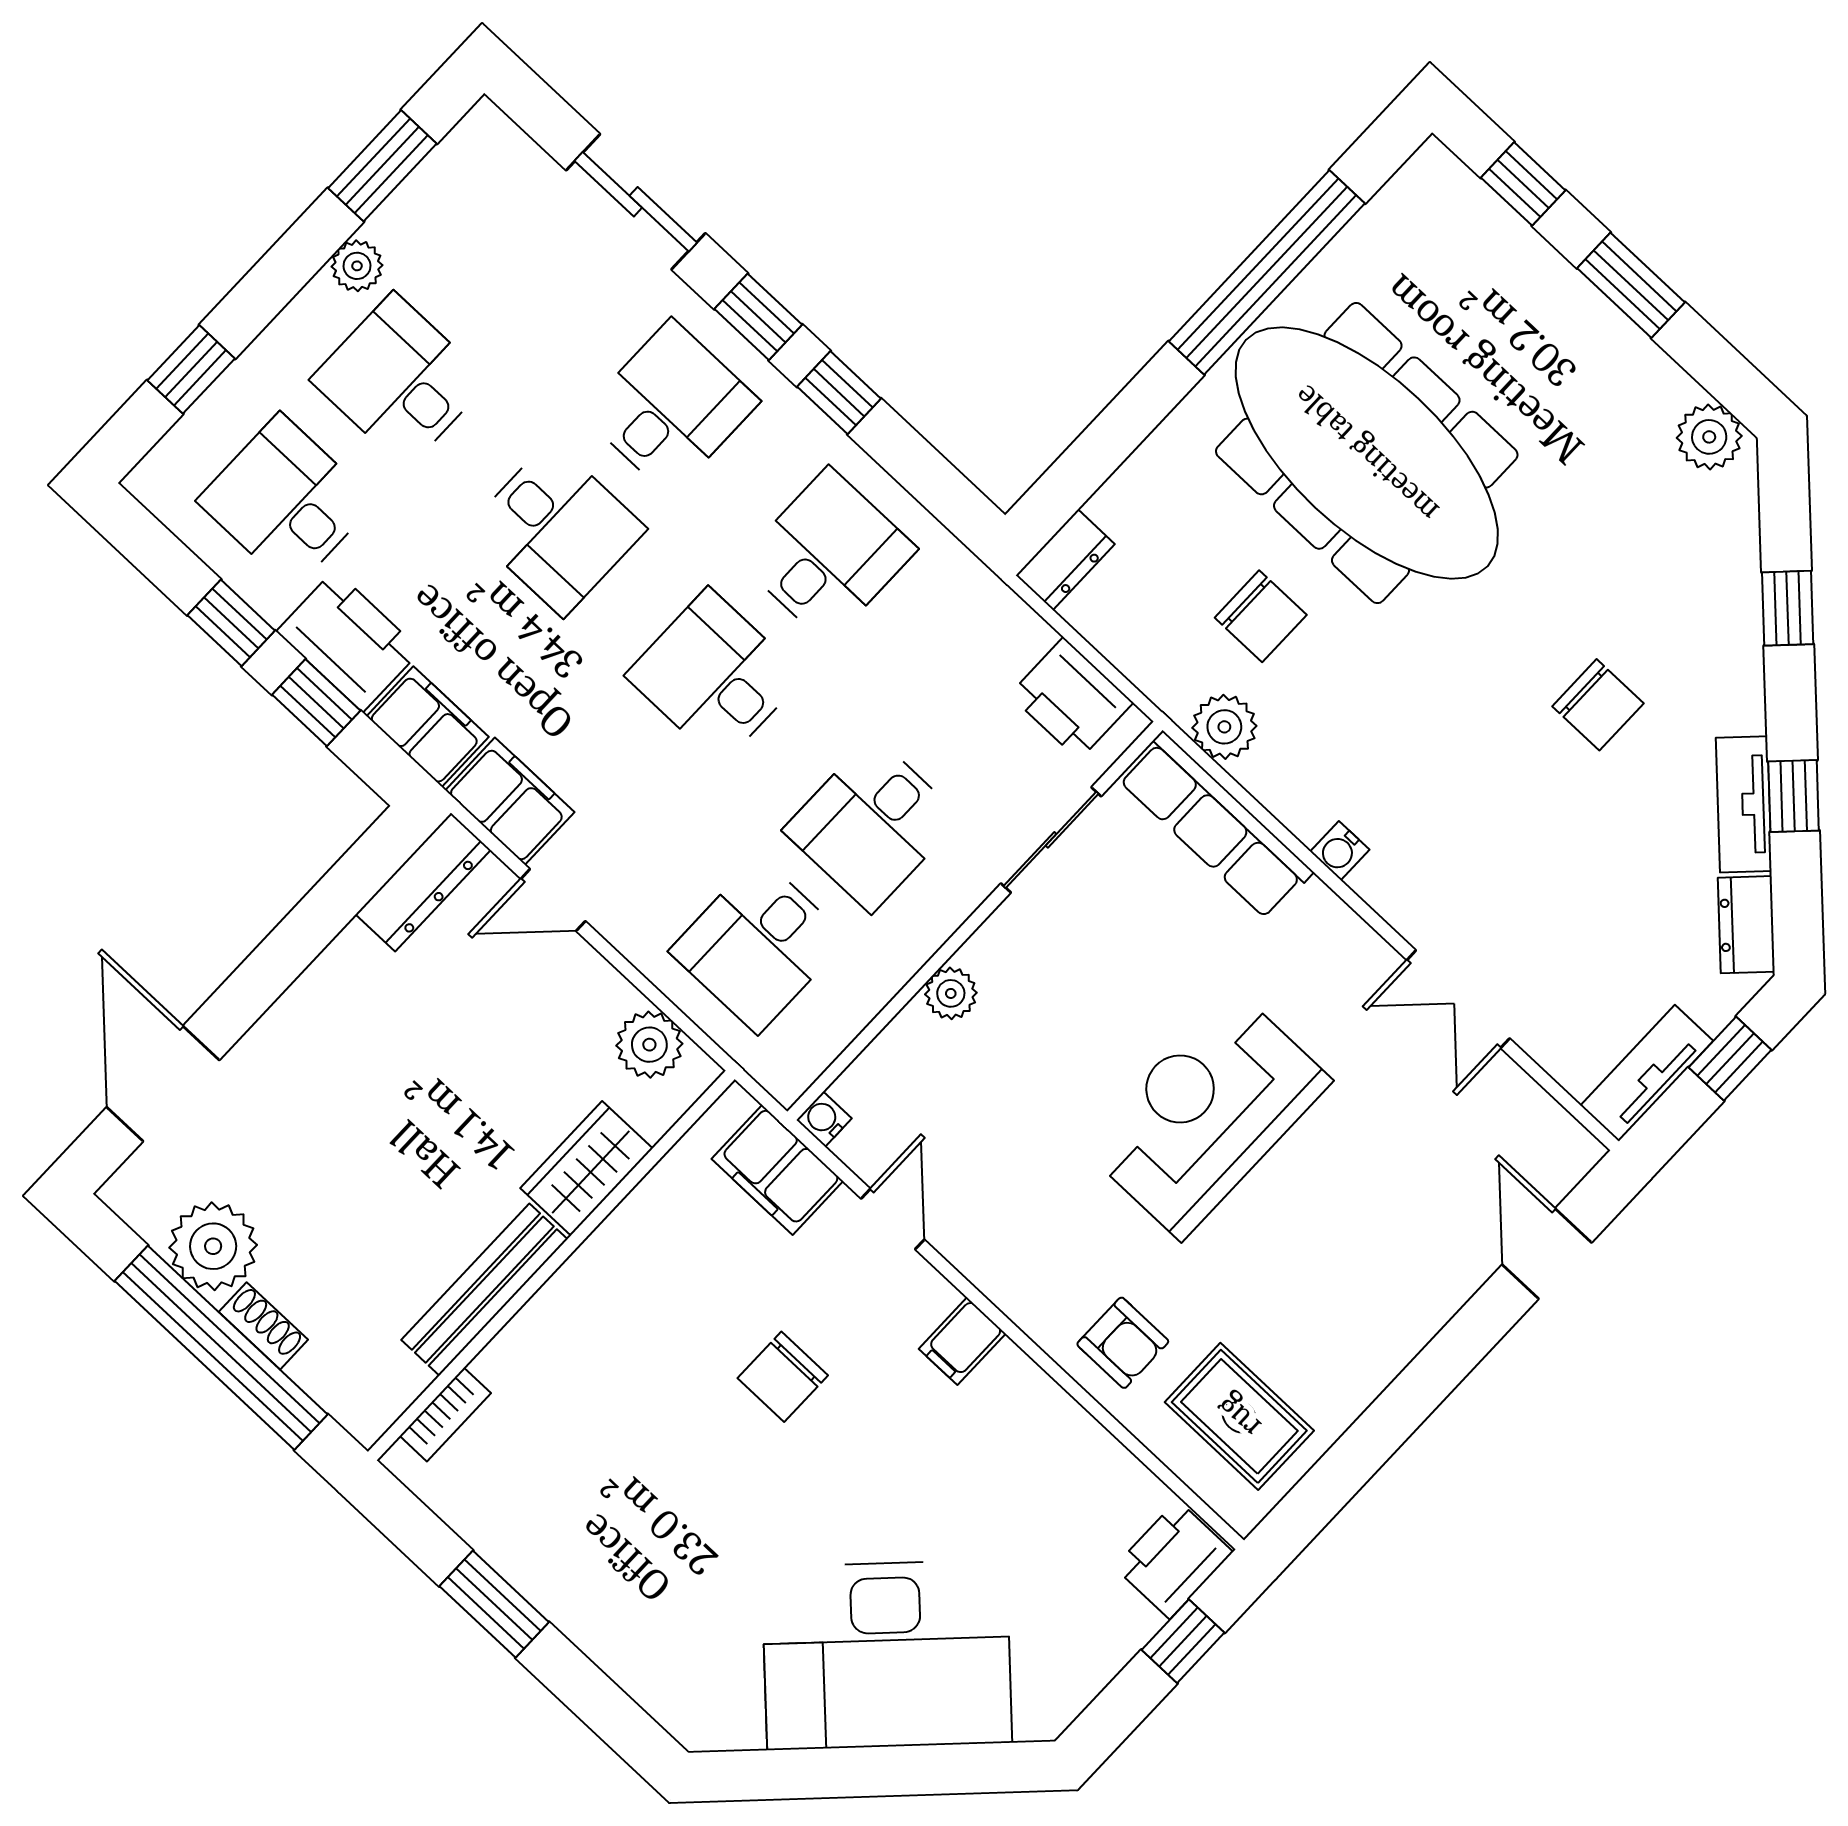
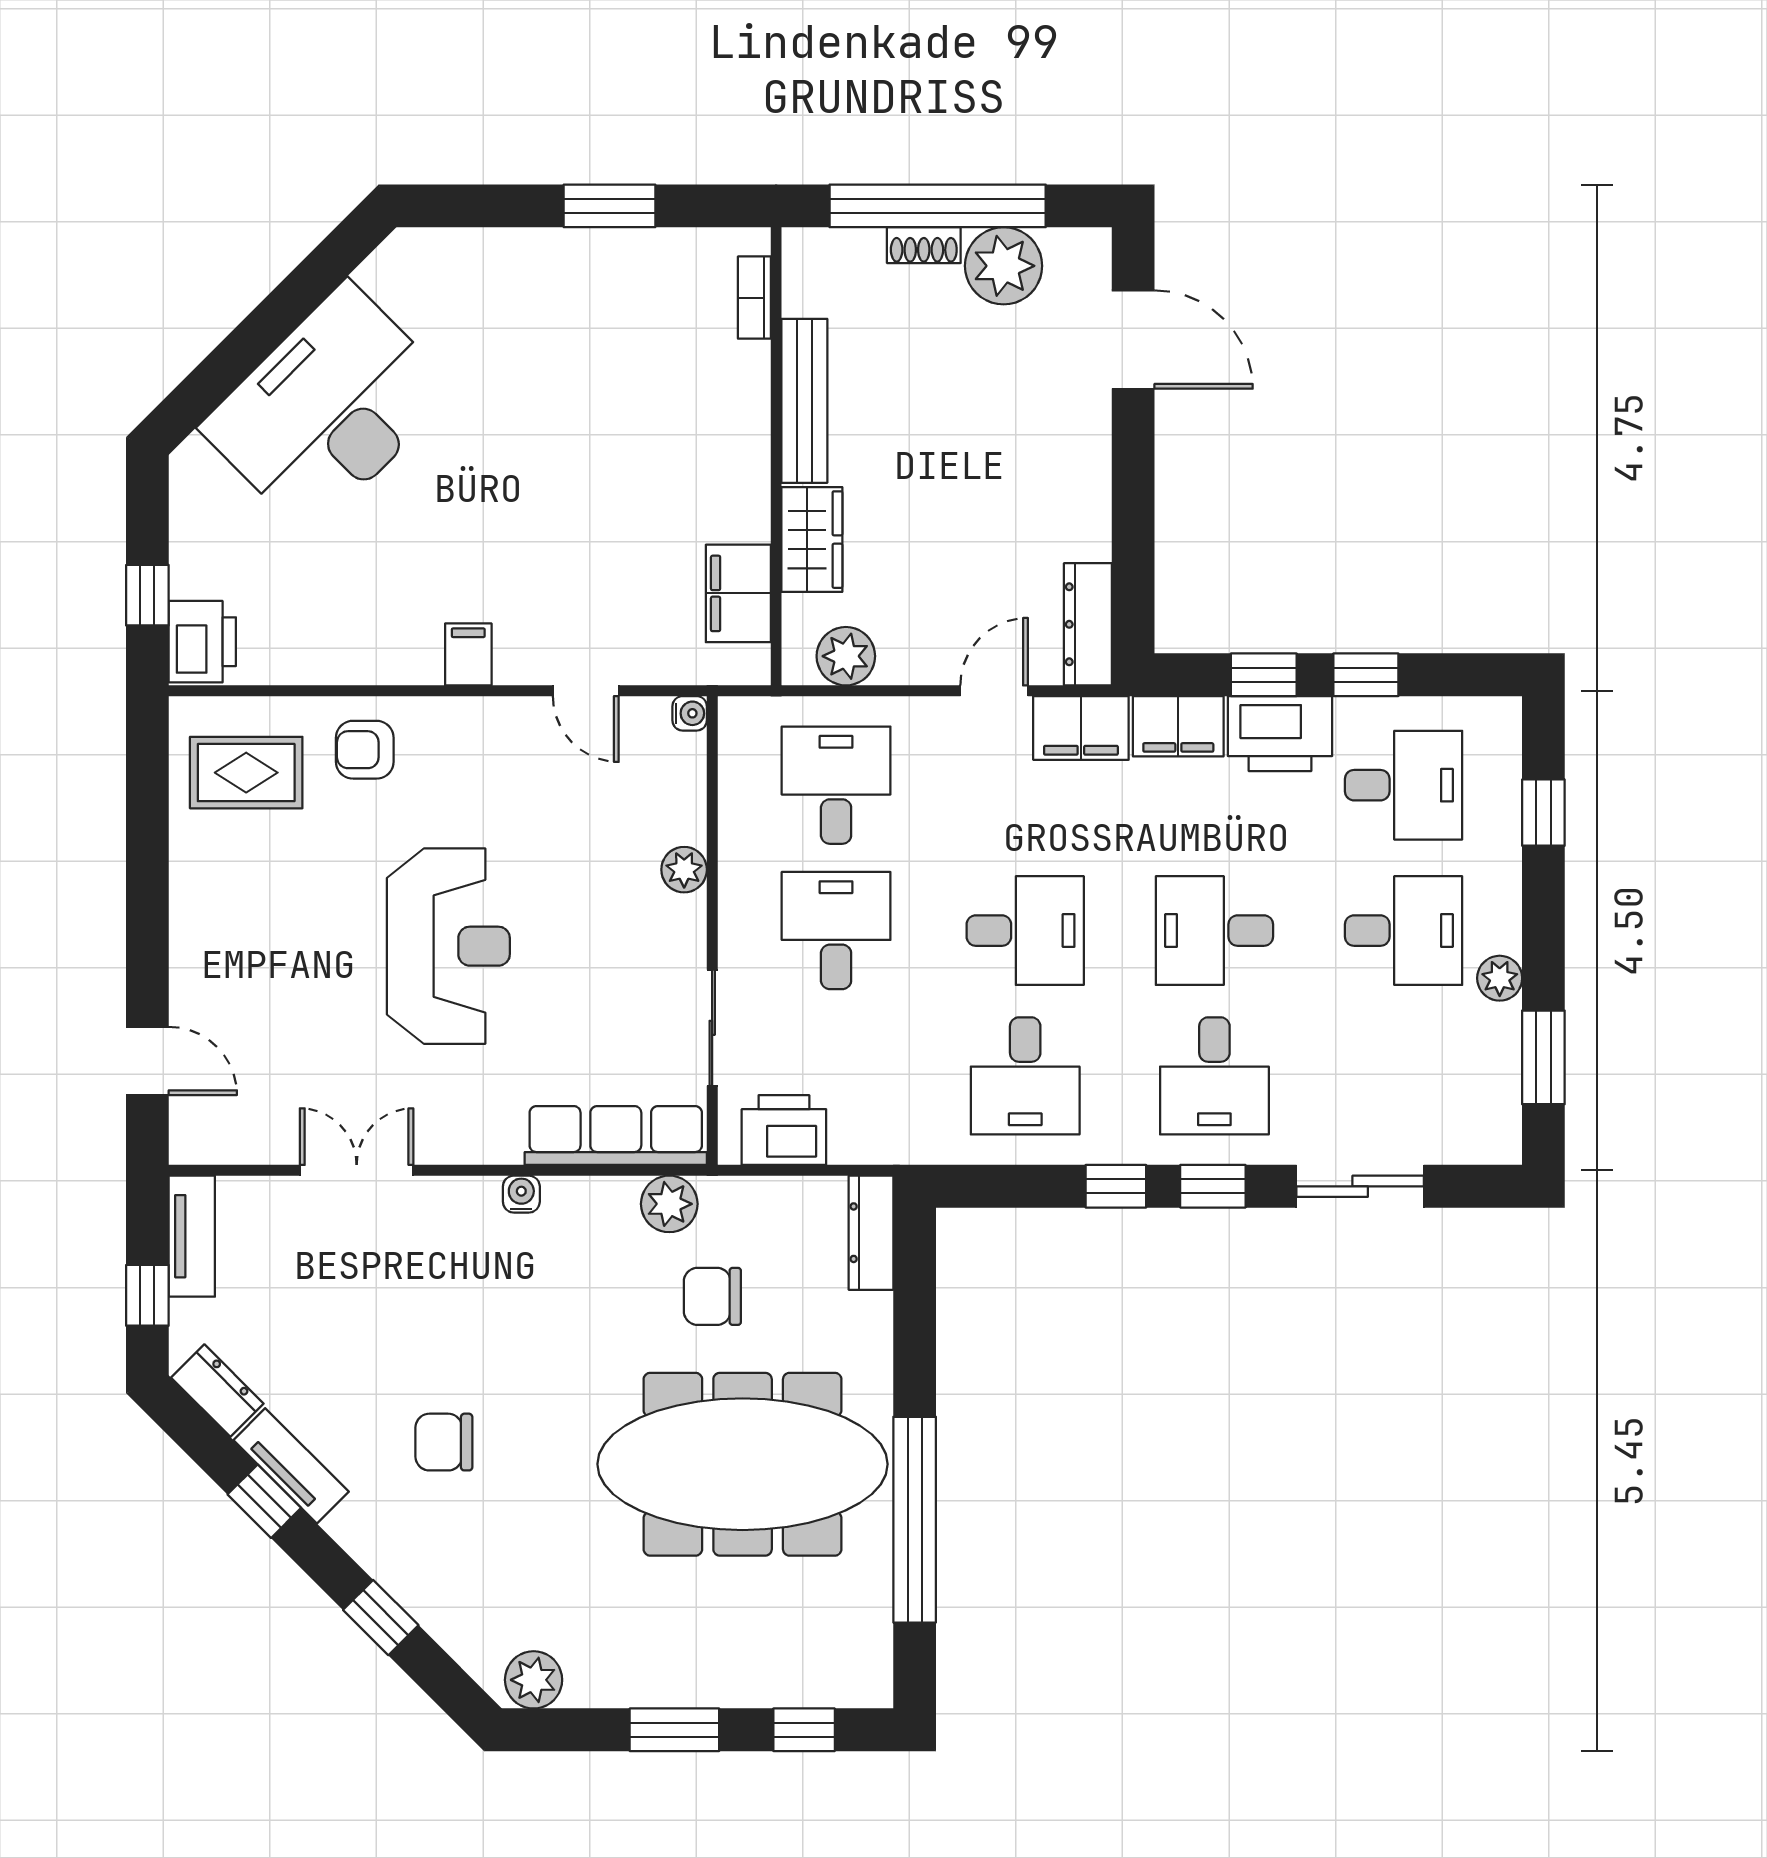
dresser: (1065, 560) -> (871, 1233), width x1.44
filing cabinet: (777, 1170) -> (738, 593), moved, turned -90
chair: (783, 1377) -> (561, 524), removed

